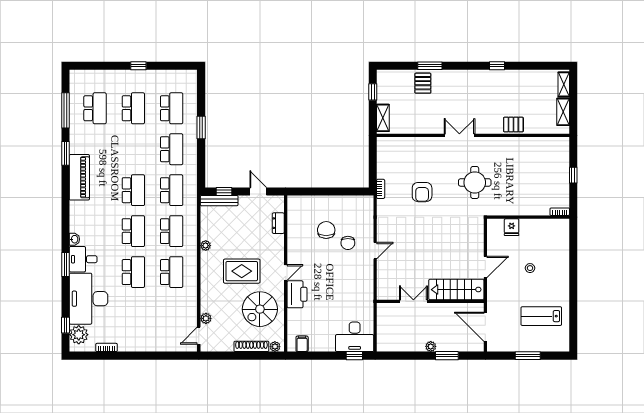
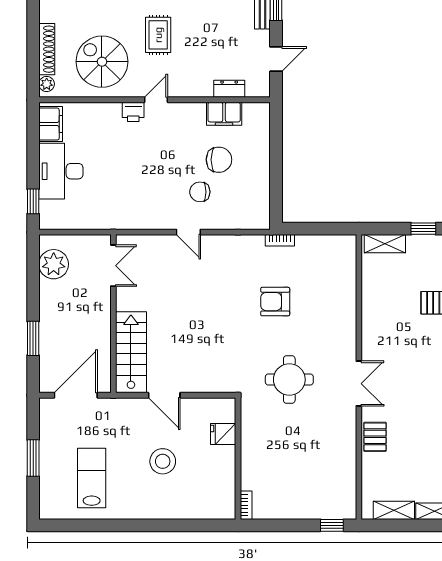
double door: (459, 135) -> (359, 384), moved
window: (573, 175) -> (332, 525), moved
filing cabinet: (295, 227) -> (224, 114), added
stool: (530, 268) -> (163, 461), width x1.89, depth x1.89
rug: (242, 271) -> (158, 35), width x0.73, depth x0.70
door: (286, 273) -> (156, 100), swing flipped
printer: (297, 294) -> (133, 112), width x0.53, depth x0.68
double door: (413, 301) -> (113, 266), moved
desk: (355, 337) -> (61, 171), moved
filing cabinet: (302, 344) -> (51, 124), width x2.00
plant: (431, 346) -> (54, 264), moved, width x1.88, depth x1.88

